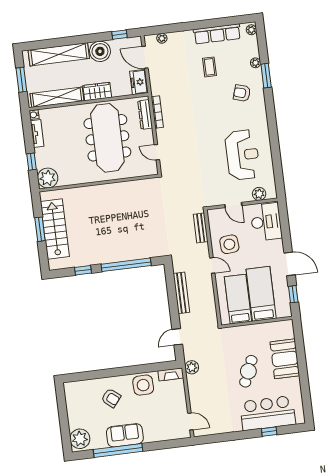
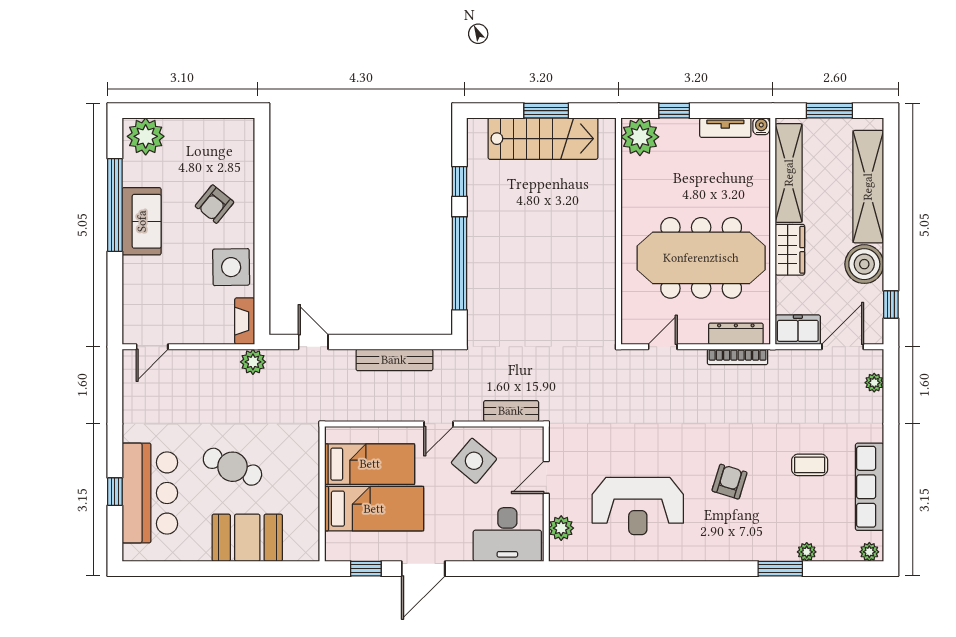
armchair: (242, 93) -> (729, 482), moved
side table: (229, 244) -> (474, 461), turned 45

